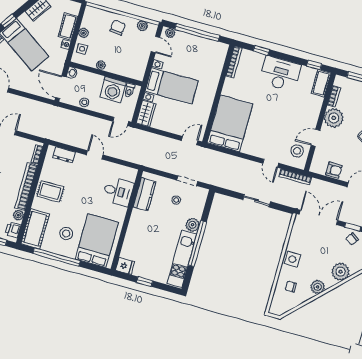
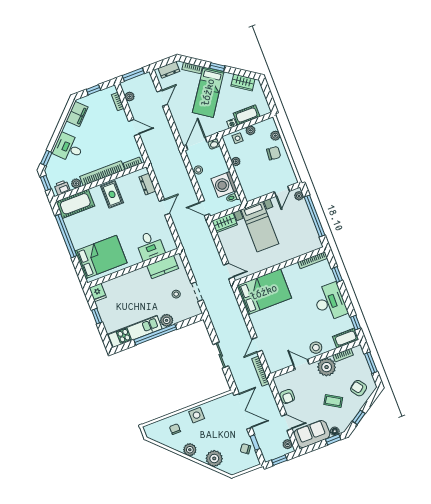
plant: (142, 26) -> (275, 136), moved
stool: (297, 151) -> (316, 348), moved
stool: (66, 234) -> (89, 230), removed

